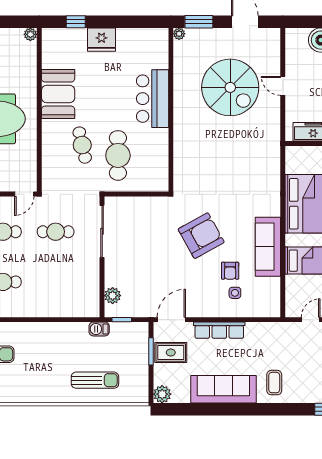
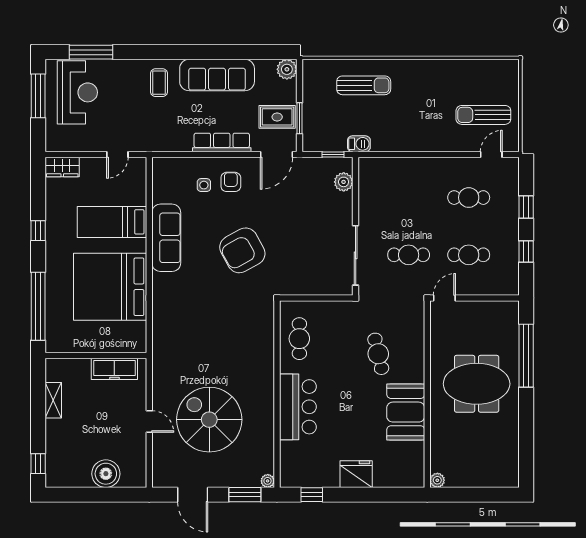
window: (76, 22) -> (312, 495), moved
cafe table: (118, 155) -> (299, 339), moved, width x0.73, depth x0.74
armchair: (230, 271) -> (231, 182), moved
sun lounger: (95, 380) -> (364, 85), turned 180

